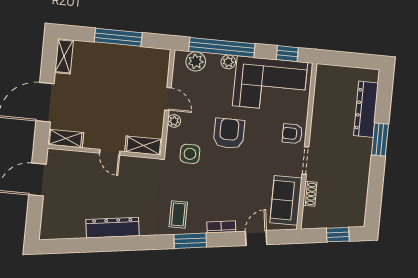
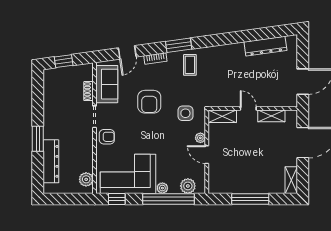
plant: (324, 82) -> (86, 179), added
armchair: (229, 133) -> (149, 102), moved
shelving: (66, 138) -> (271, 116), moved
dresser: (113, 228) -> (265, 46), moved

